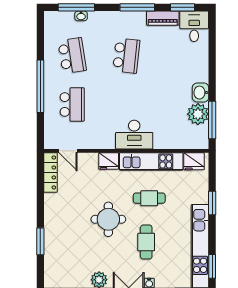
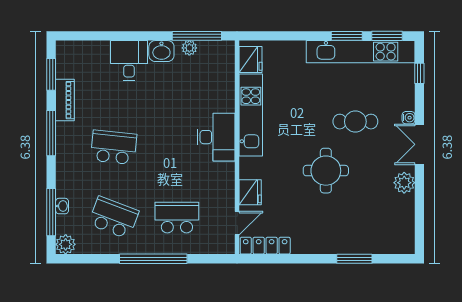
plant: (52, 19) -> (66, 244), added
desk: (194, 26) -> (129, 60), moved, turned 90
school desk: (72, 56) -> (114, 218), turned 30
plant: (198, 114) -> (189, 48), width x0.53, depth x0.53
fridge: (109, 161) -> (250, 192), moved
cafe table: (149, 198) -> (298, 118), removed
window: (212, 203) -> (347, 36), moved

